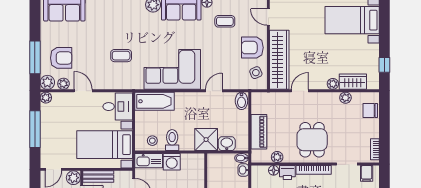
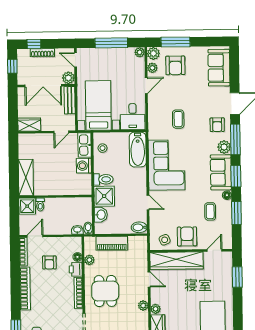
armchair: (128, 12) -> (217, 125), added
plant: (345, 98) -> (143, 306), moved
toilet: (172, 140) -> (103, 179), moved
dining table: (312, 140) -> (105, 291), turned 90

